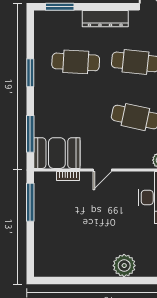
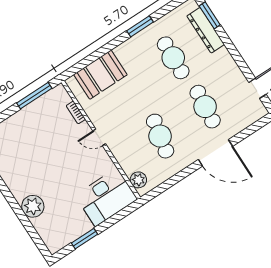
dresser: (105, 19) -> (206, 30), moved
window: (30, 134) -> (90, 59), removed
booth: (57, 153) -> (100, 75), moved, turned 90

